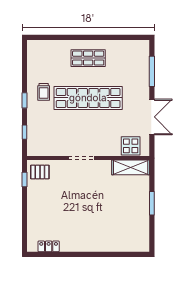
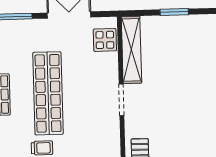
shelving: (131, 167) -> (131, 50), width x1.47

